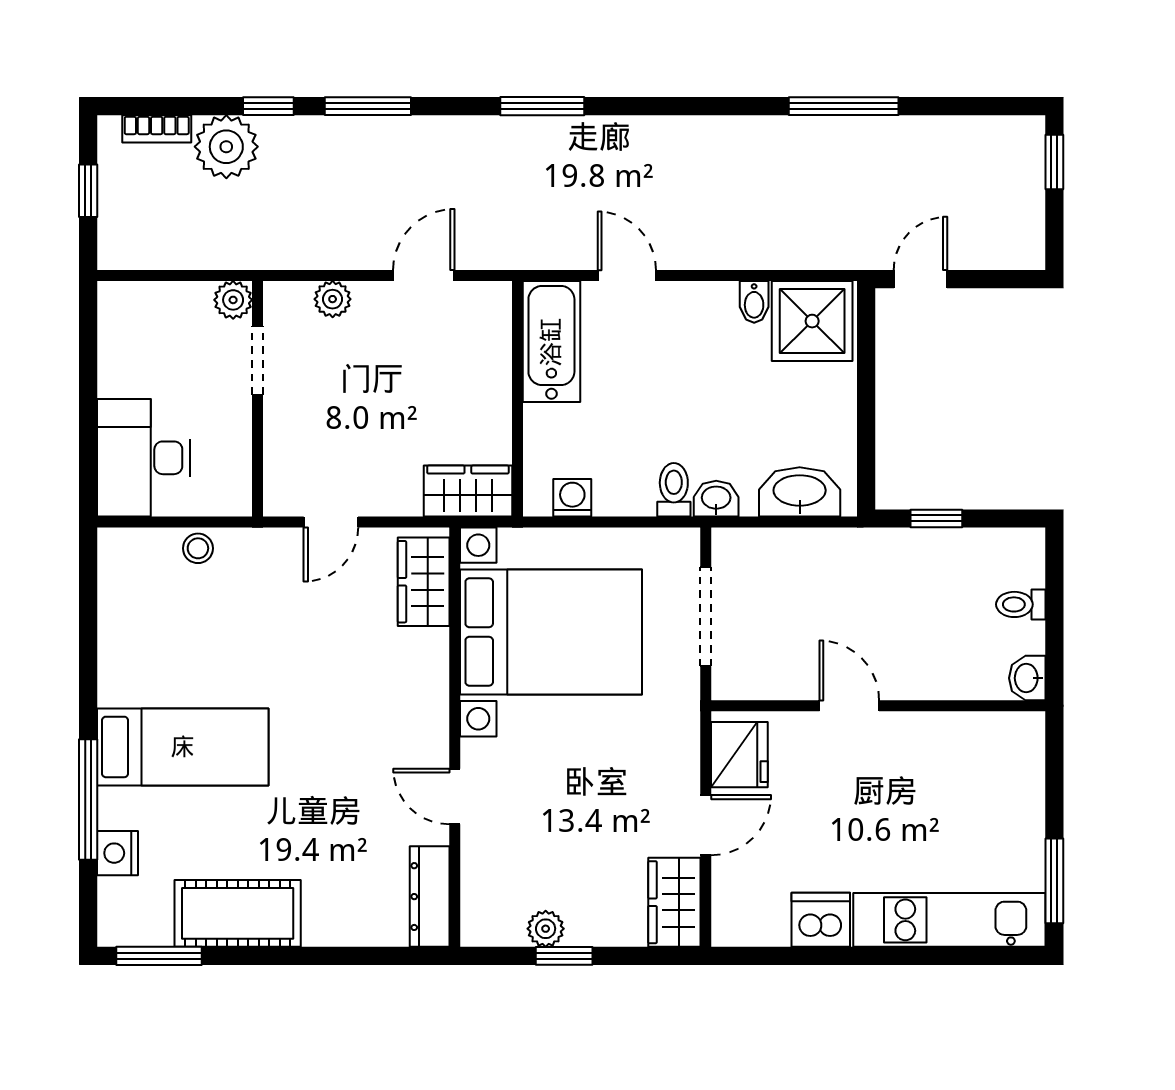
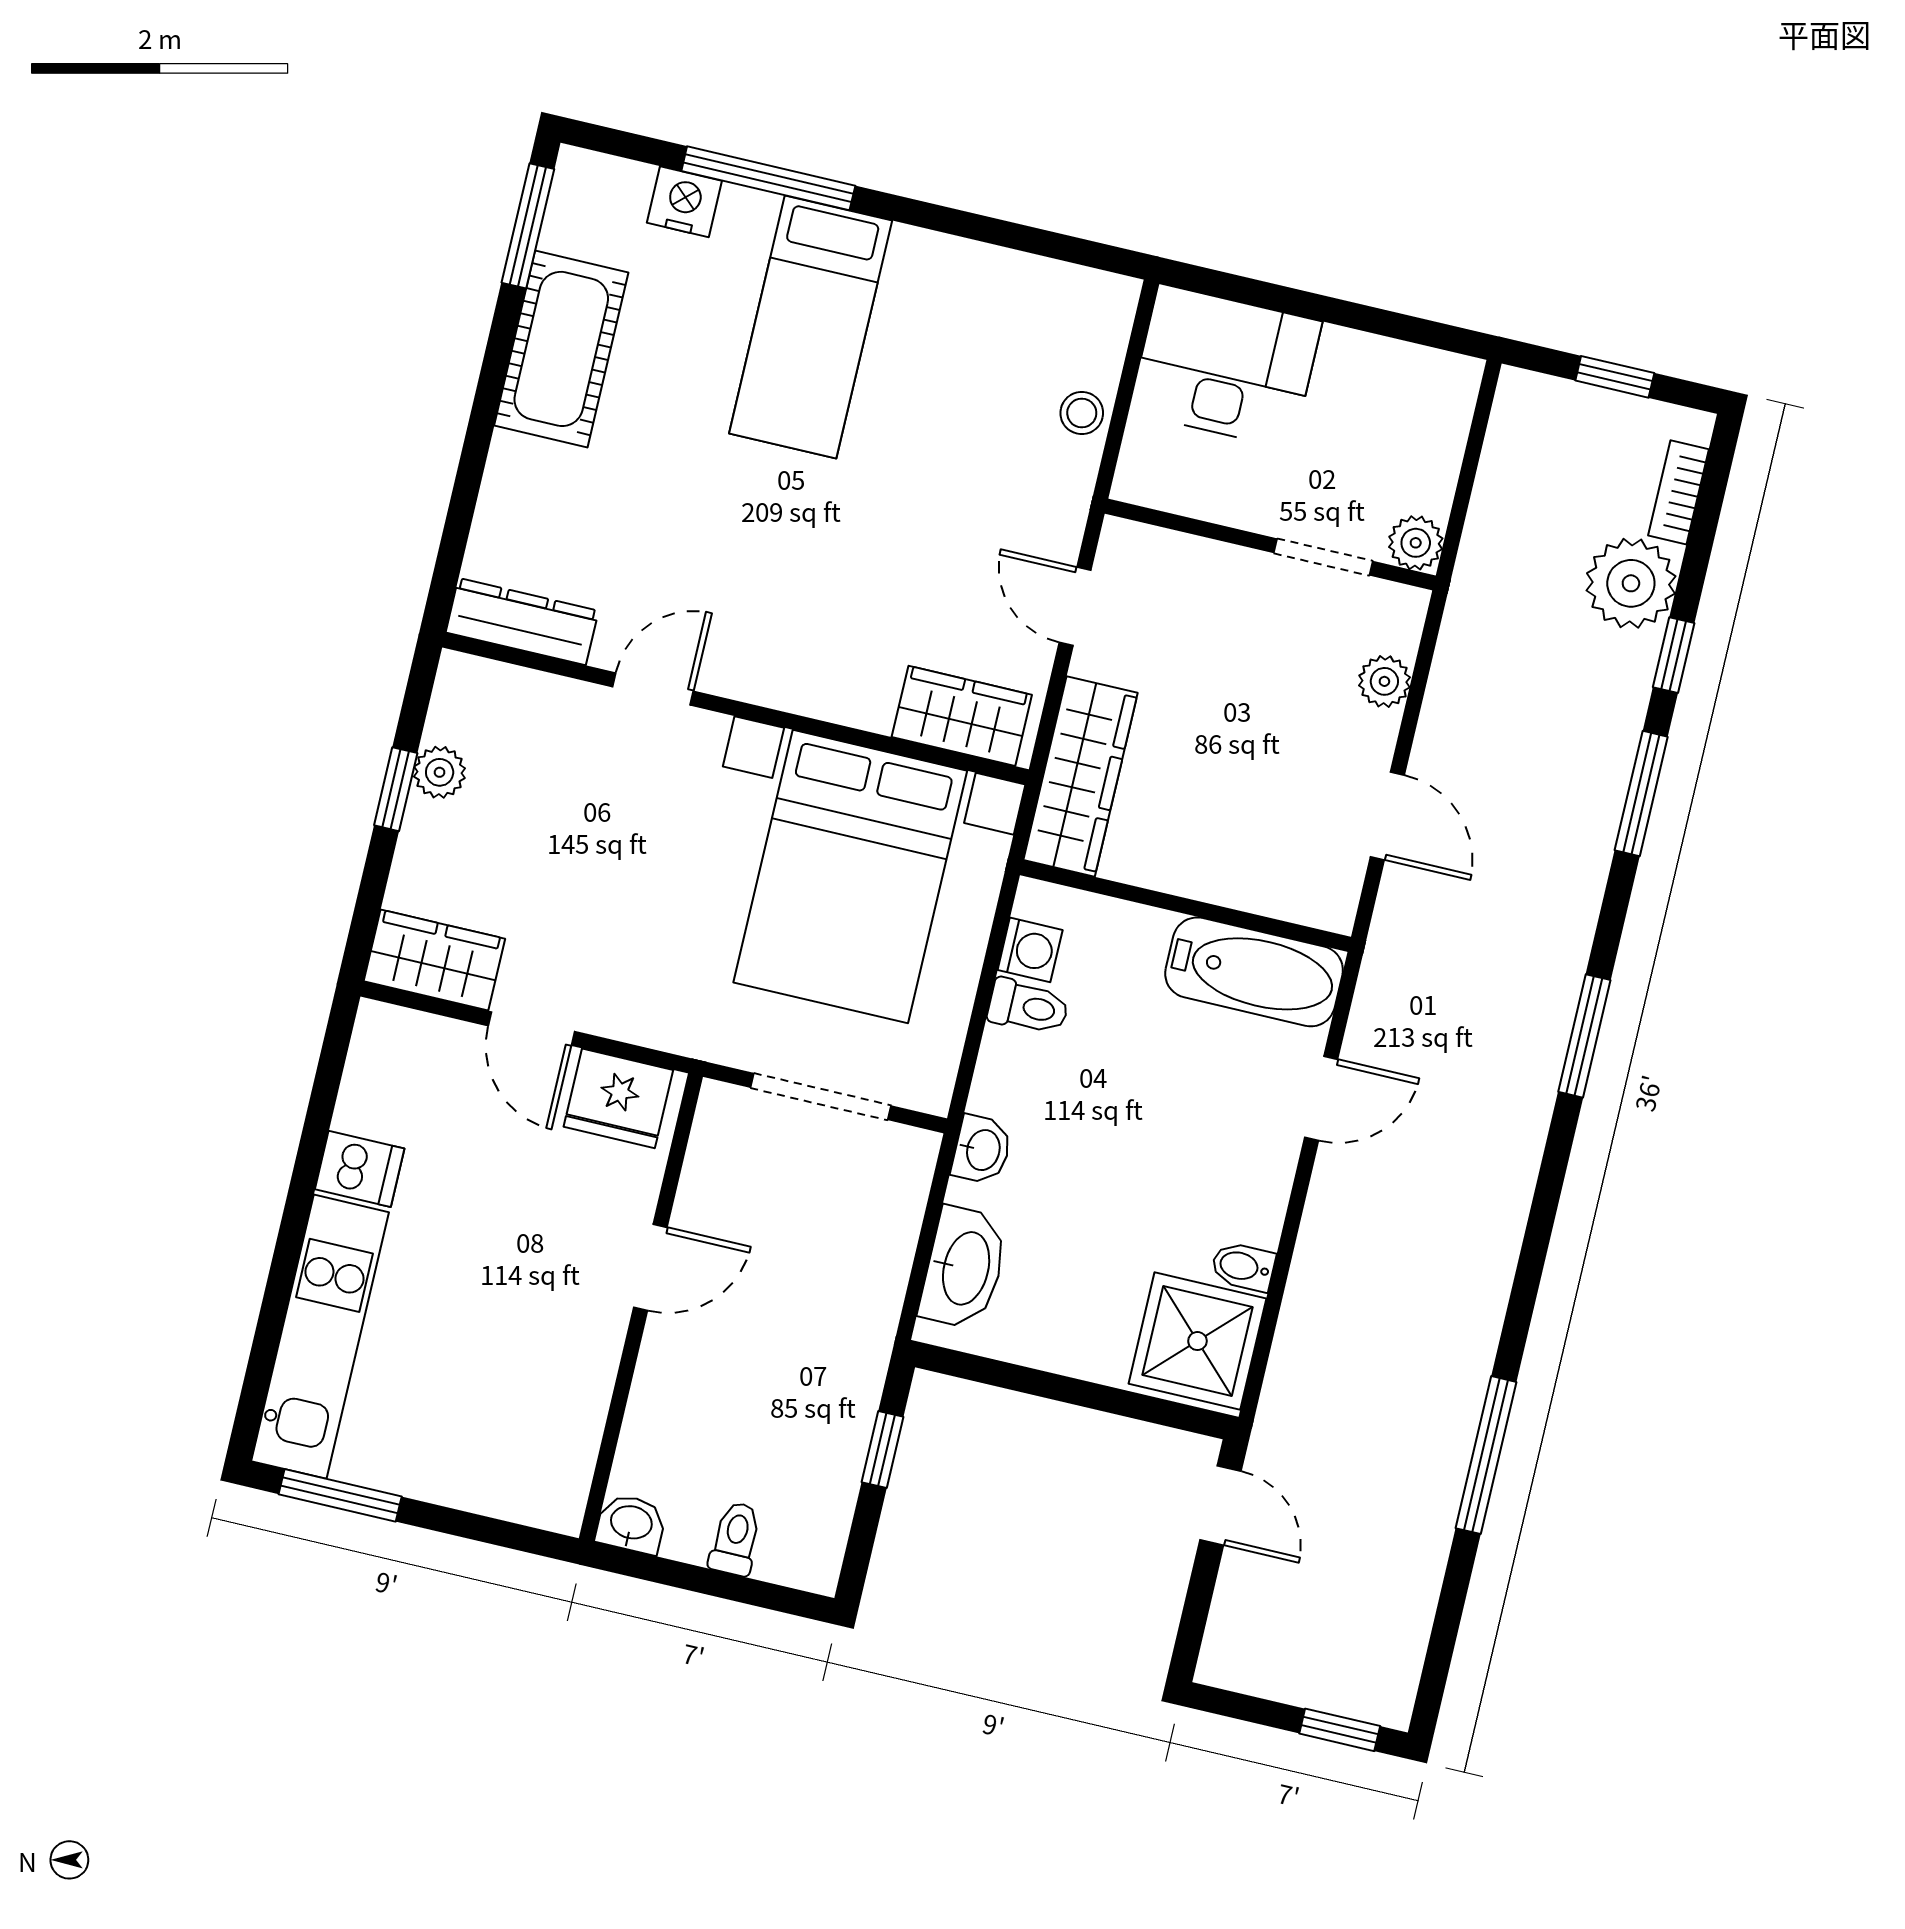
toilet: (674, 490) -> (1028, 1007), moved
wardrobe: (468, 491) -> (1081, 776), width x1.50
dishwasher: (821, 920) -> (360, 1169), width x0.73

